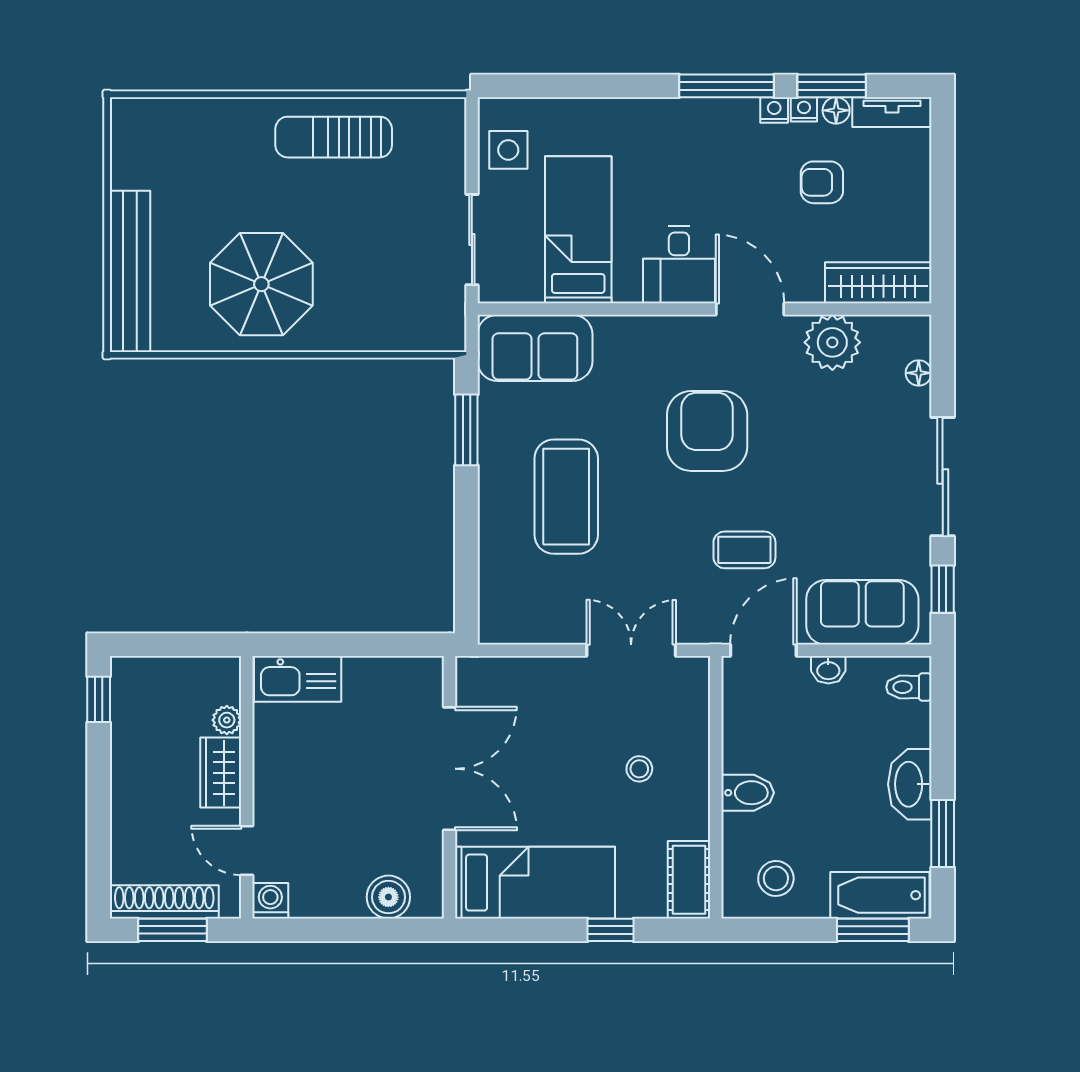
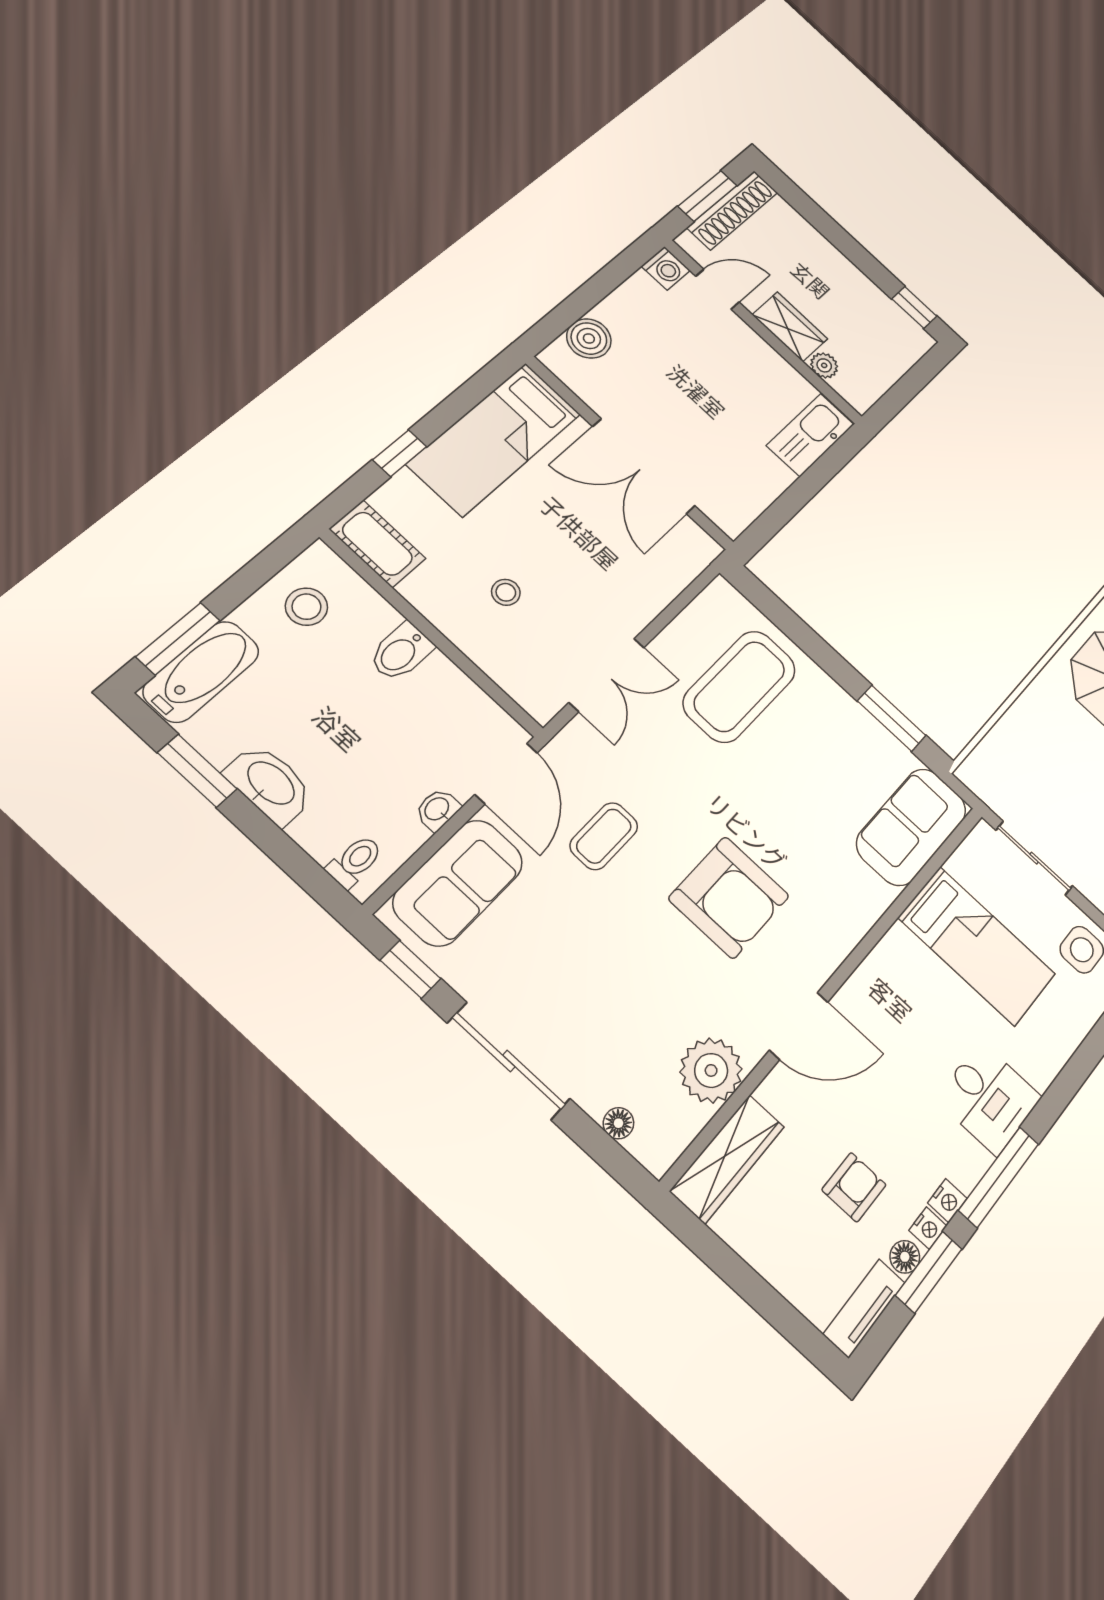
desk: (679, 265) -> (989, 1098), moved, turned 180
coffee table: (566, 497) -> (740, 686), moved, turned 90

